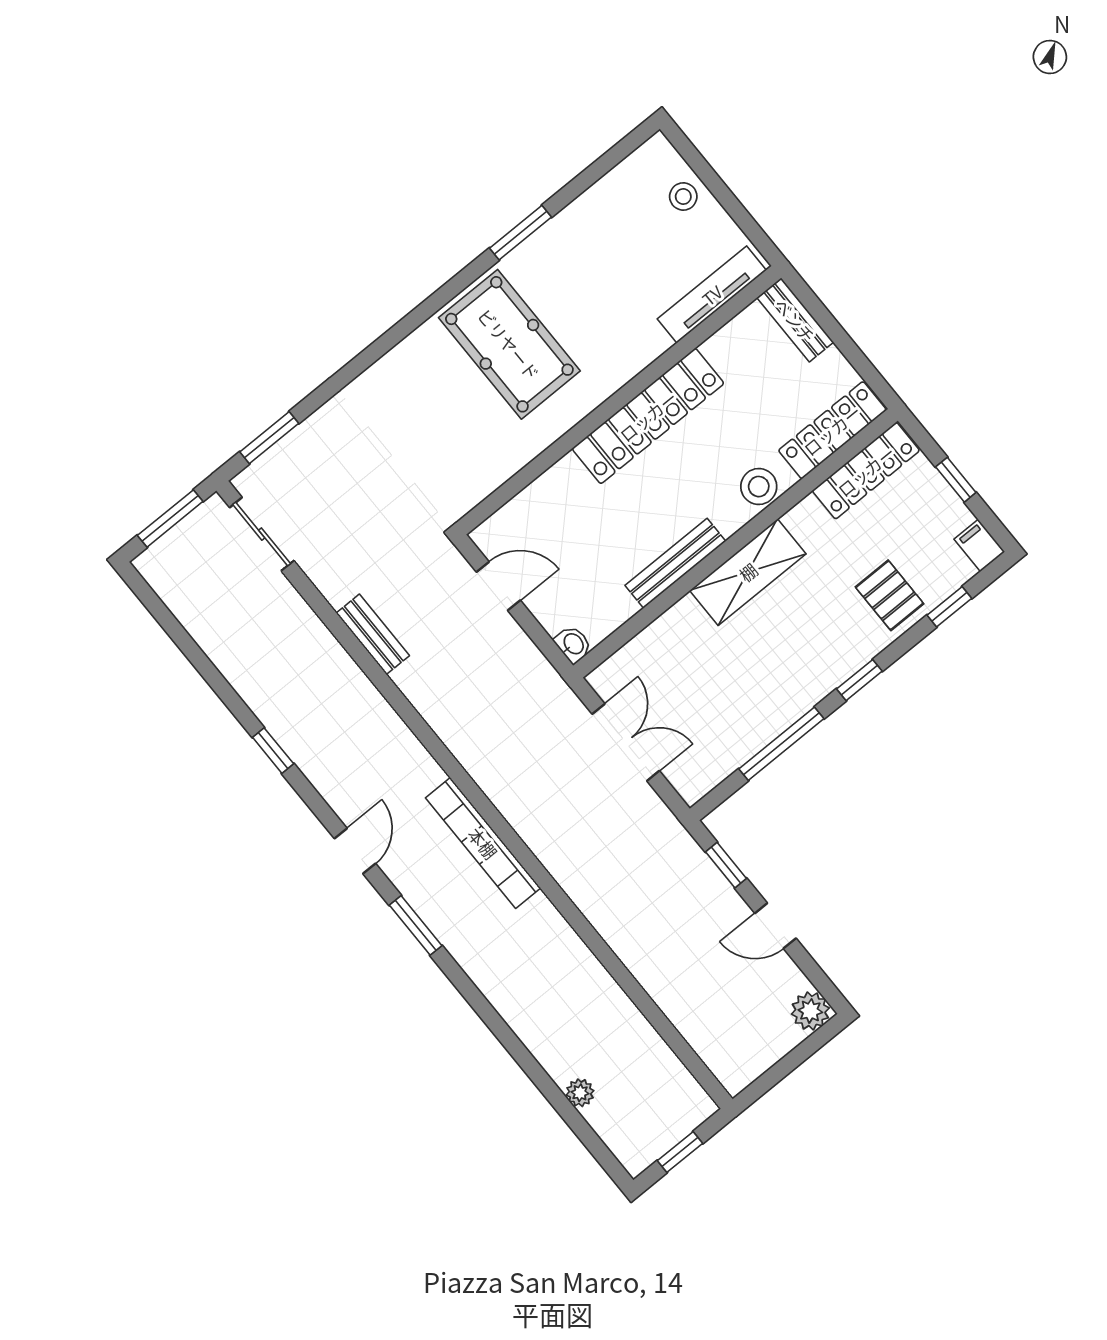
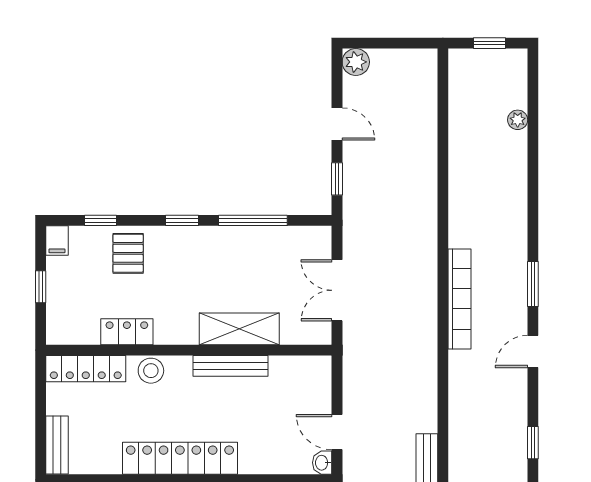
locker: (866, 471) -> (127, 332), moved, width x0.66
shelving: (748, 572) -> (239, 329), moved
washbasin: (573, 644) -> (322, 463), moved

